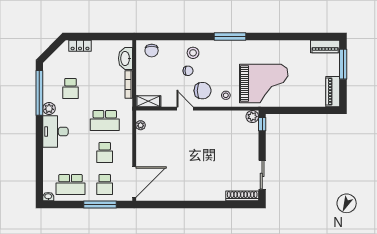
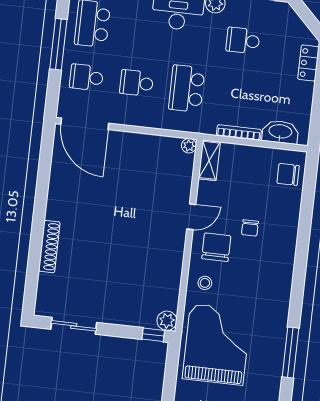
window: (230, 36) -> (290, 353), moved
stool: (193, 53) -> (277, 239), removed
grand piano: (264, 83) -> (217, 344), turned 180
chair: (203, 91) -> (216, 247), turned 180
plant: (141, 125) -> (189, 146), moved
shoe rack: (242, 196) -> (49, 247), moved
window: (100, 204) -> (58, 44), moved

